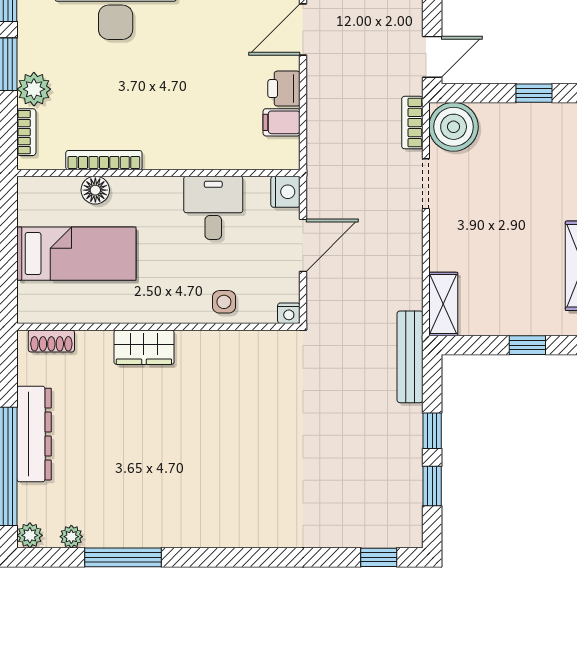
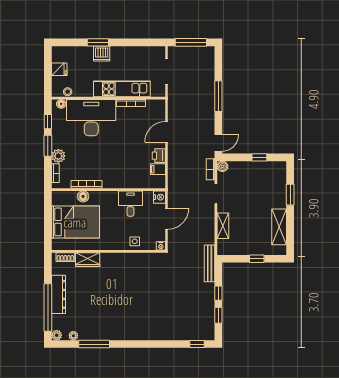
boiler: (454, 127) -> (222, 166), width x0.54, depth x0.54
bed: (76, 254) -> (75, 222), width x1.50
shelving: (443, 304) -> (223, 226), moved
wardrobe: (144, 347) -> (88, 260), moved

